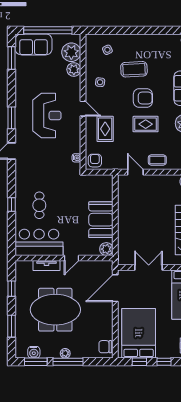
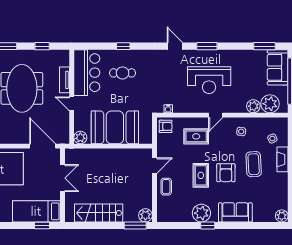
fireplace: (129, 39) -> (283, 159), added
booth: (101, 220) -> (115, 127), width x1.36, depth x1.42

